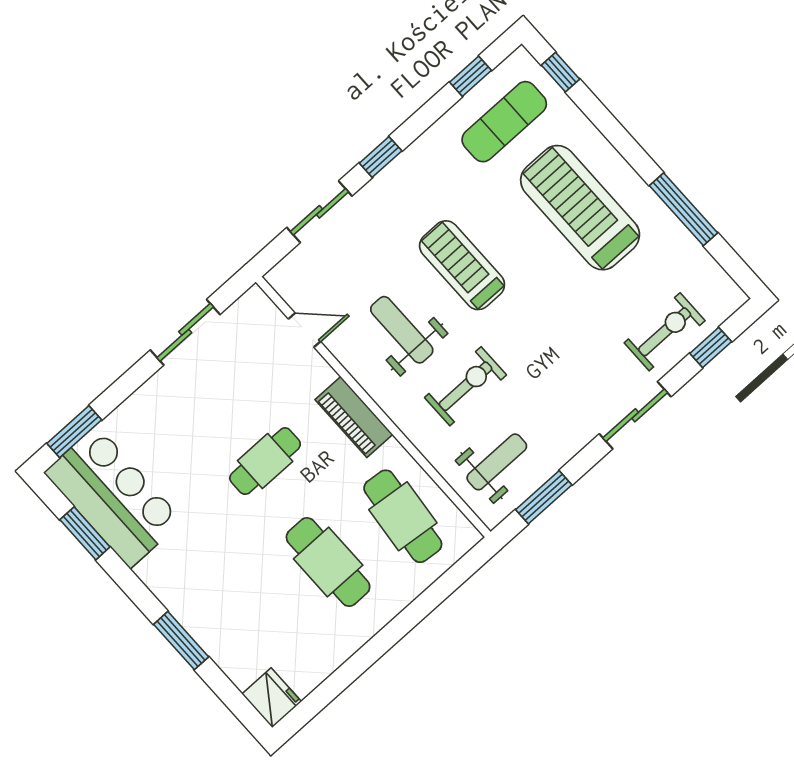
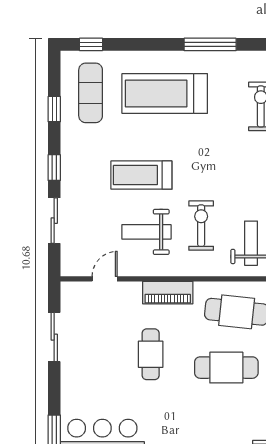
window: (470, 76) -> (54, 109), moved

